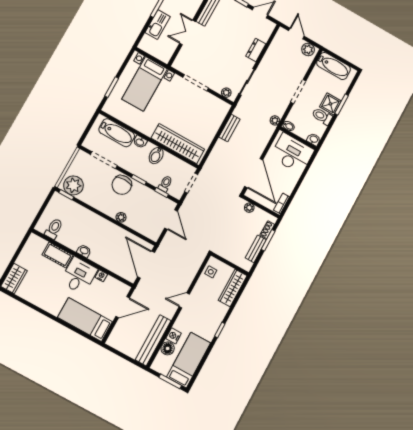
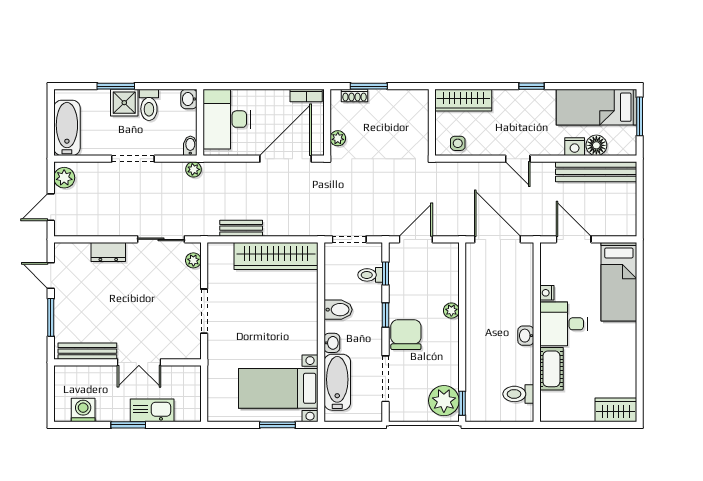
bed with nightstands: (145, 84) -> (278, 388), moved, turned 180
wardrobe: (178, 144) -> (276, 256), moved, turned -90
chair: (122, 185) -> (406, 335), turned -90
bench: (256, 249) -> (390, 97), removed
door: (146, 265) -> (498, 239), swing flipped

